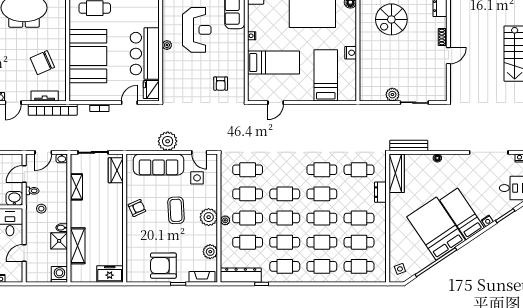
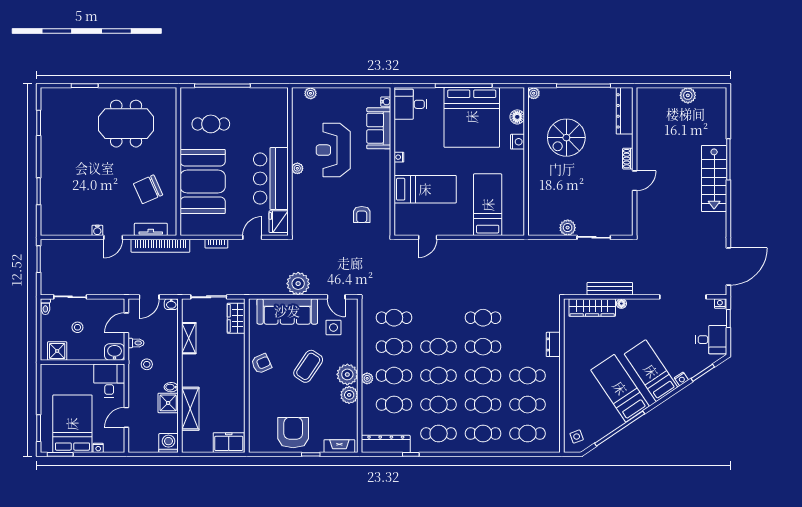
reception desk: (197, 30) -> (333, 150), turned 180
nightstand: (351, 53) -> (517, 142), moved
bench: (409, 146) -> (610, 289), moved
cafe table: (359, 170) -> (528, 318), removed
wardrobe: (397, 173) -> (592, 308), moved, turned 90
coffee table: (176, 210) -> (308, 366), turned 37
bed: (436, 229) -> (620, 388), width x0.67
plant: (210, 252) -> (349, 395), moved
armchair: (163, 266) -> (293, 433), turned 90

